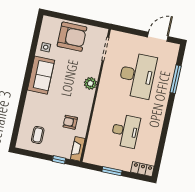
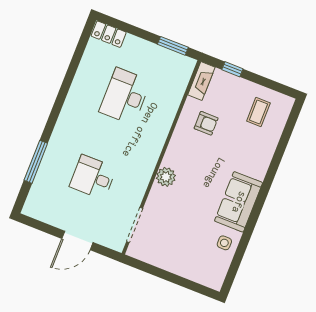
armchair: (72, 37) -> (182, 252), removed
door: (158, 37) -> (77, 240), moved
desk: (137, 75) -> (93, 177), width x0.53, depth x0.77
window: (112, 171) -> (173, 46), moved

